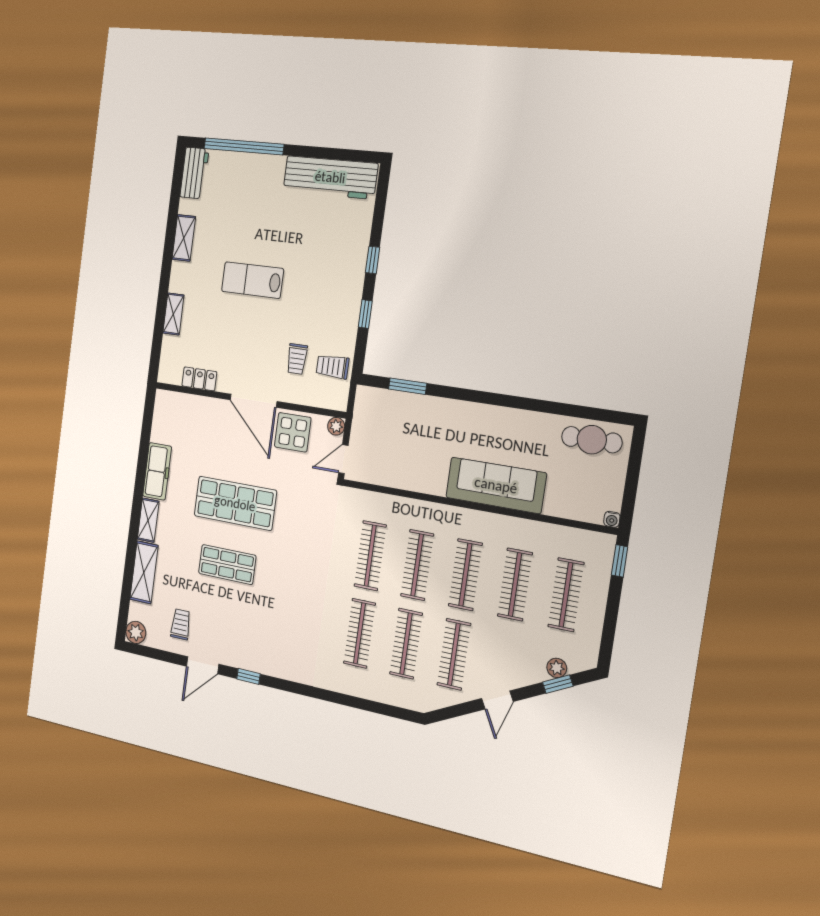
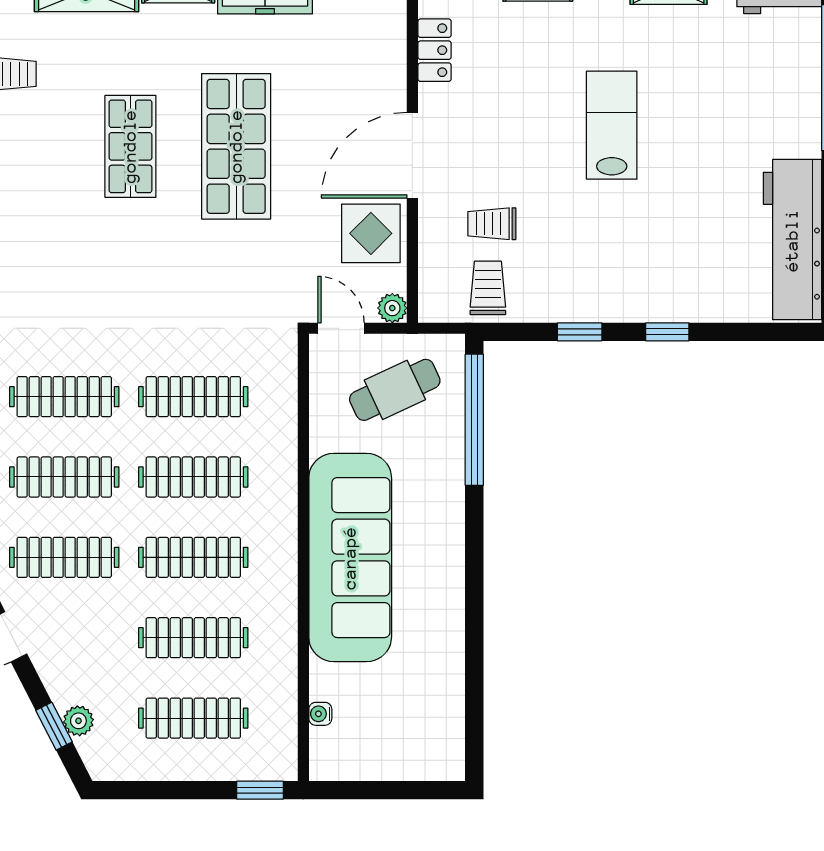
window: (408, 386) -> (474, 420), width x2.11
cafe table: (592, 440) -> (395, 390), moved, turned 65
sofa: (496, 485) -> (350, 558), width x1.36, depth x1.27
water cooler: (612, 519) -> (320, 714), moved

